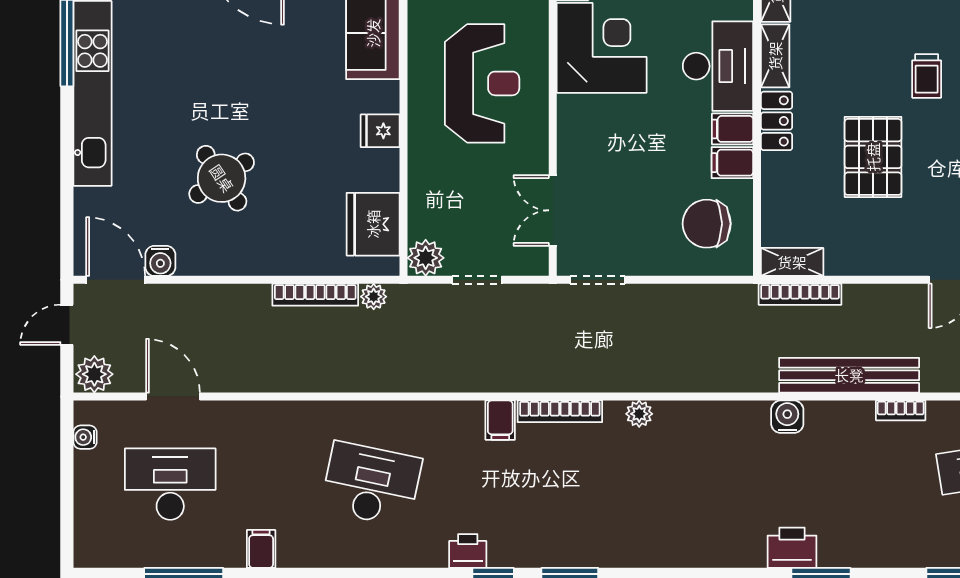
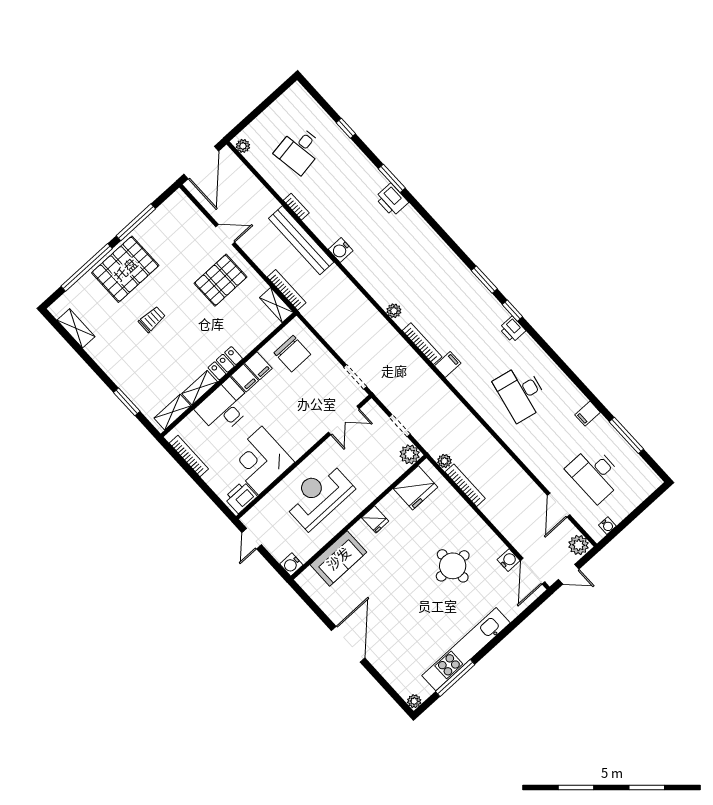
pallet: (873, 157) -> (221, 280), moved
round table: (222, 178) -> (453, 566), turned 34

